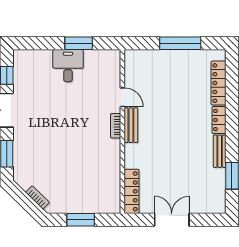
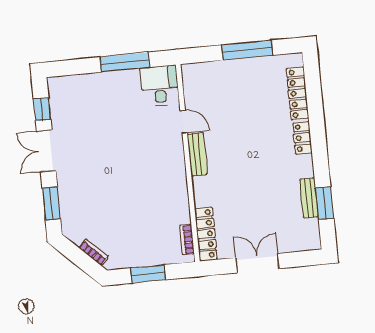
window: (79, 43) -> (125, 62), width x1.44
desk: (68, 66) -> (160, 86), moved
bookcase: (116, 126) -> (187, 240), moved
bench: (220, 151) -> (309, 198), moved

